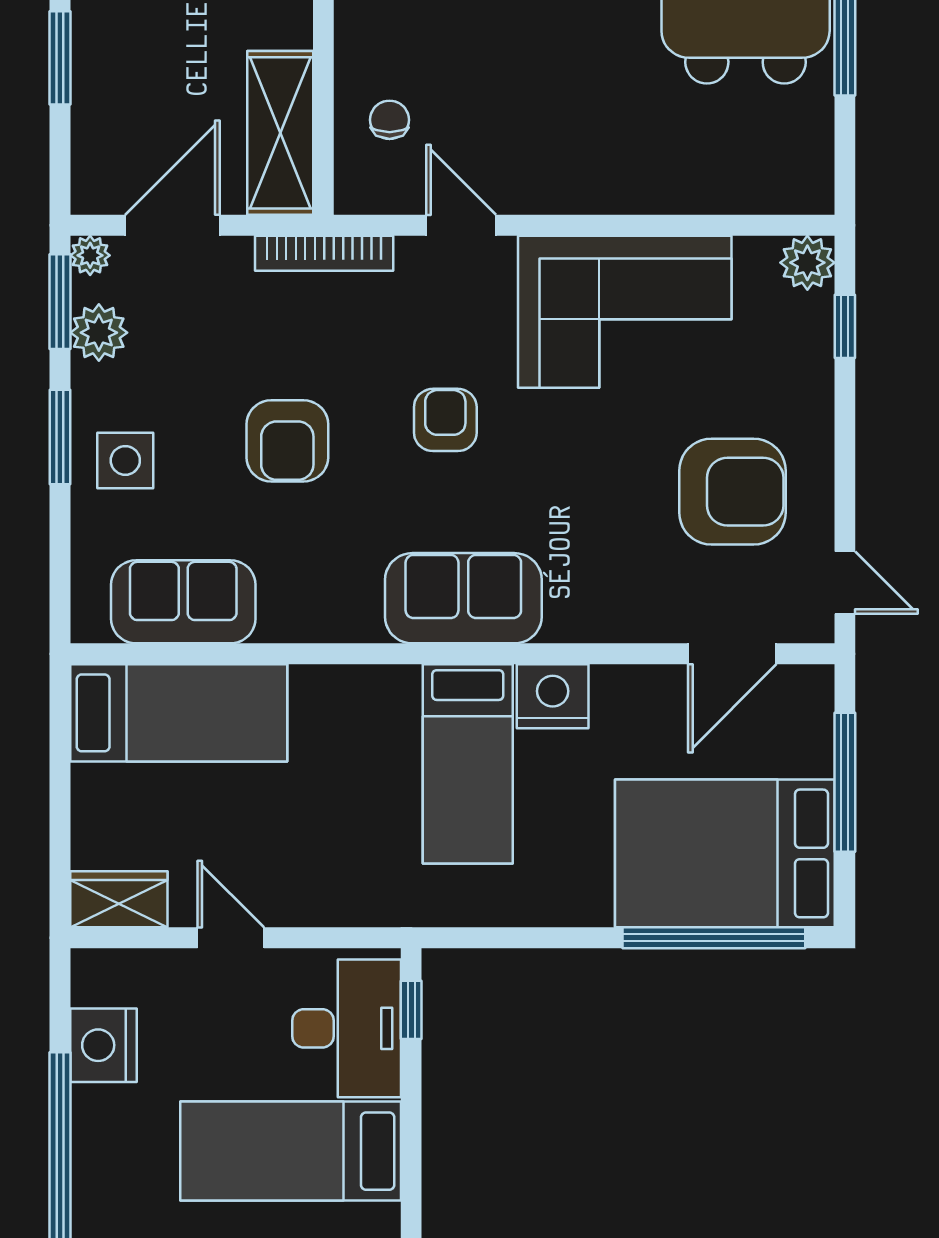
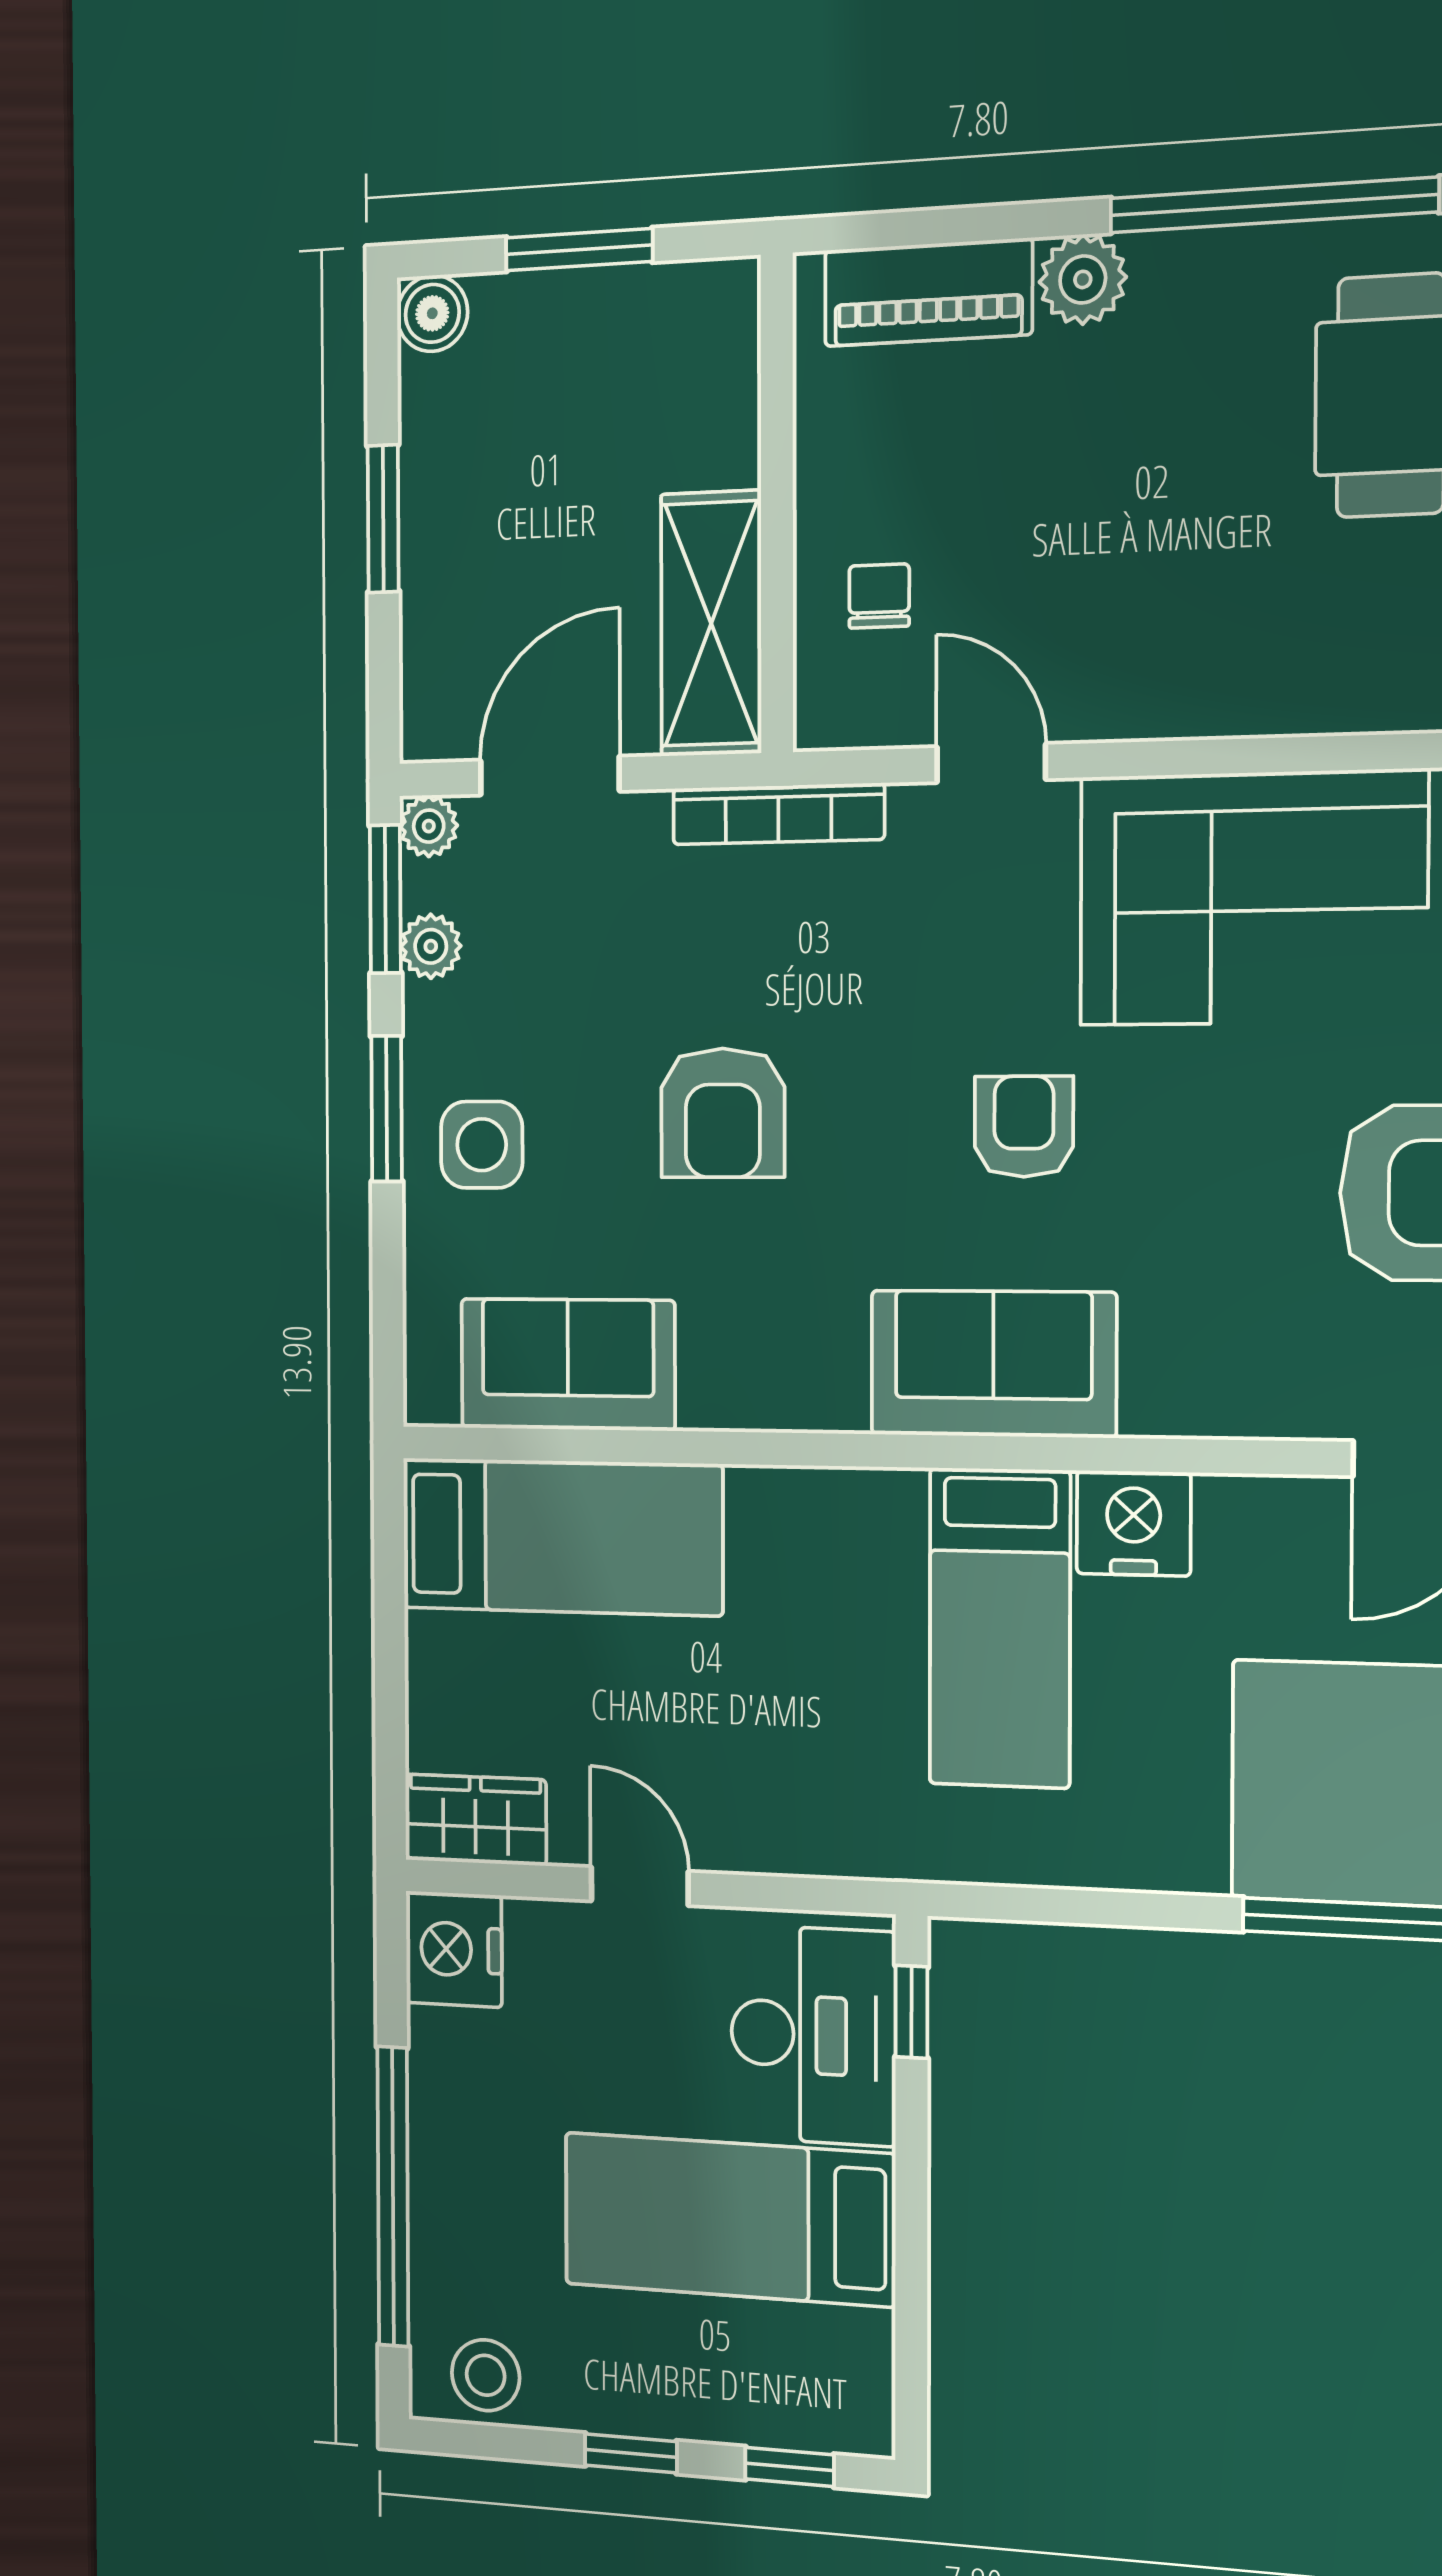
plant: (99, 333) -> (431, 946), width x0.73, depth x0.73
armchair: (445, 420) -> (1024, 1127), moved
nightstand: (103, 1045) -> (454, 1949), moved

